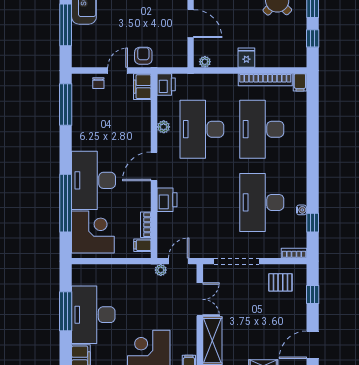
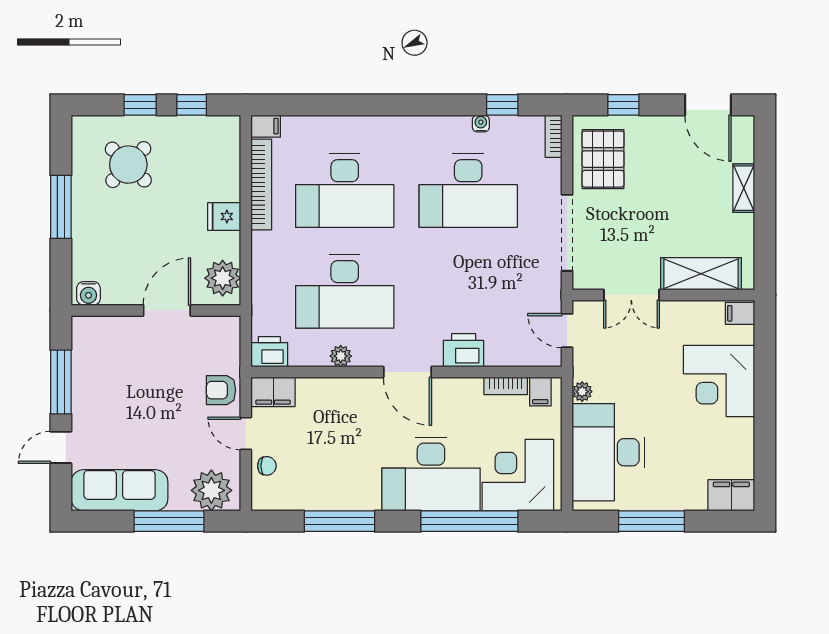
plant: (84, 50) -> (211, 490), added
plant: (205, 62) -> (223, 278), width x1.88, depth x1.88
window: (66, 104) -> (340, 521), moved
plant: (161, 270) -> (582, 392), moved
pallet: (280, 282) -> (603, 159), width x1.50, depth x1.42
double door: (200, 299) -> (631, 295), swing flipped
desk: (93, 315) -> (609, 452), moved, turned 90

